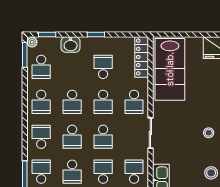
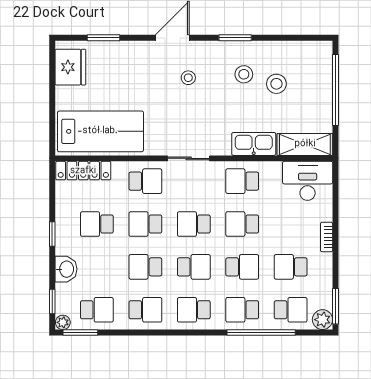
school desk: (72, 102) -> (145, 267), turned 180
school desk: (103, 102) -> (145, 224), turned 180
school desk: (103, 137) -> (194, 224), turned 180

